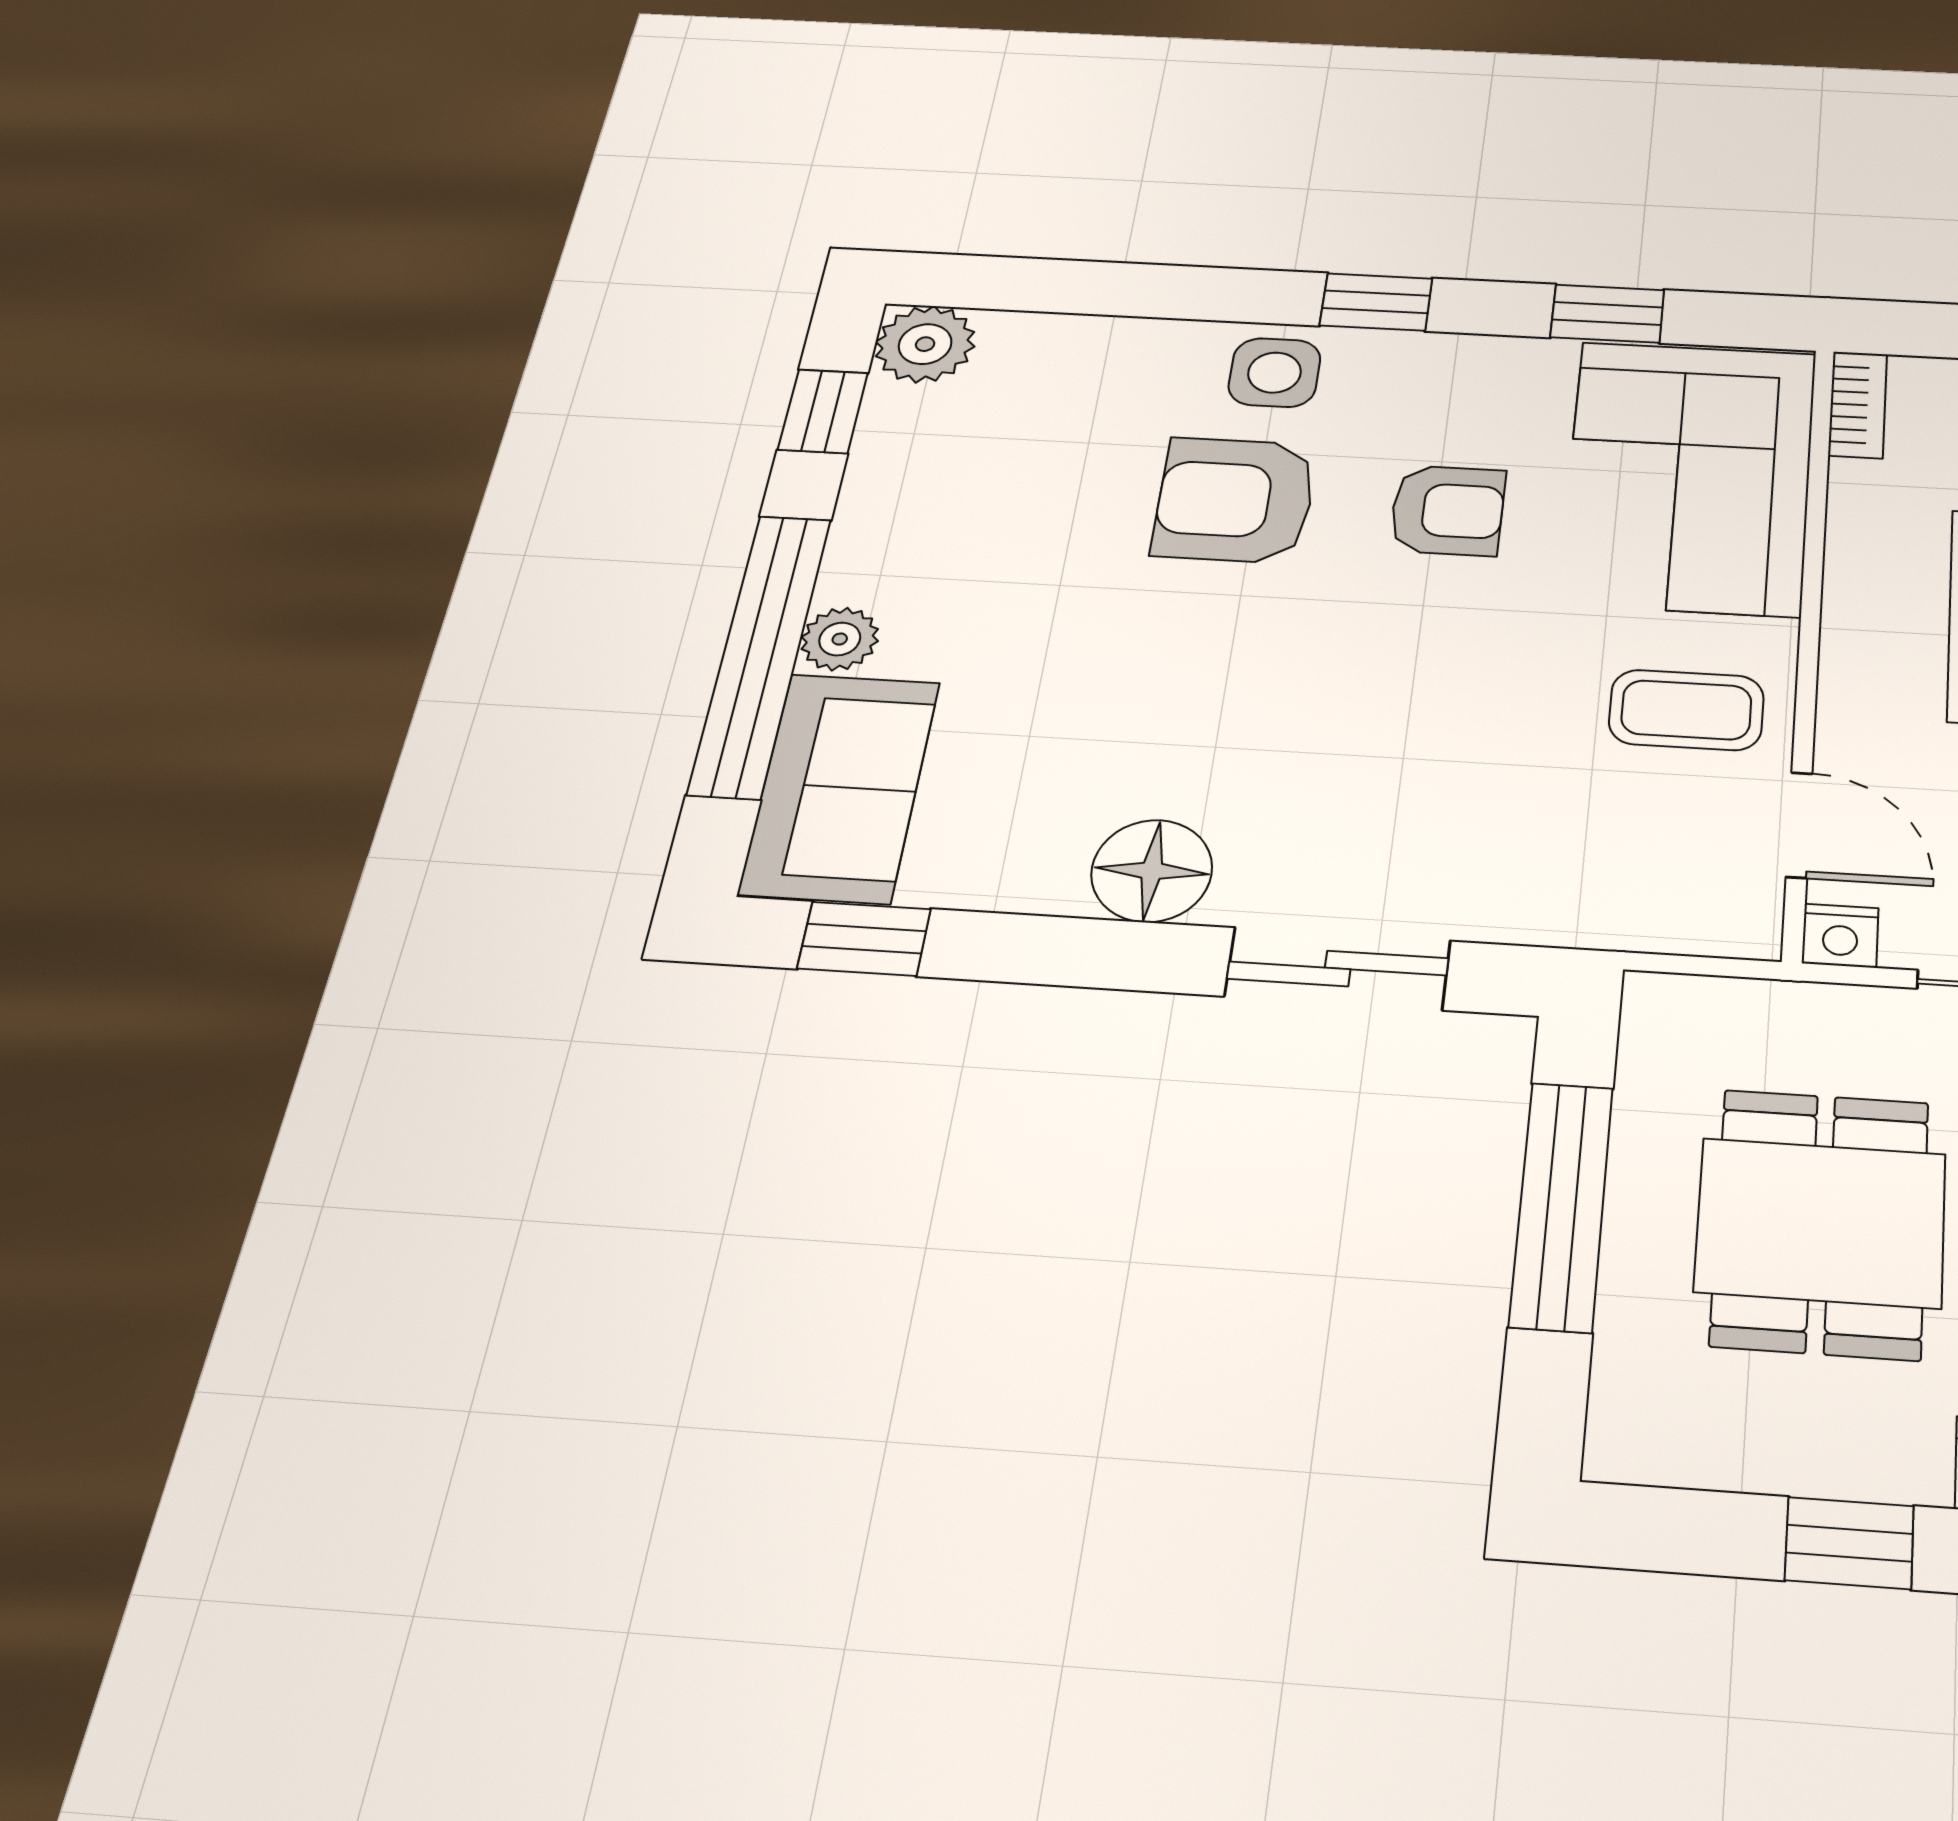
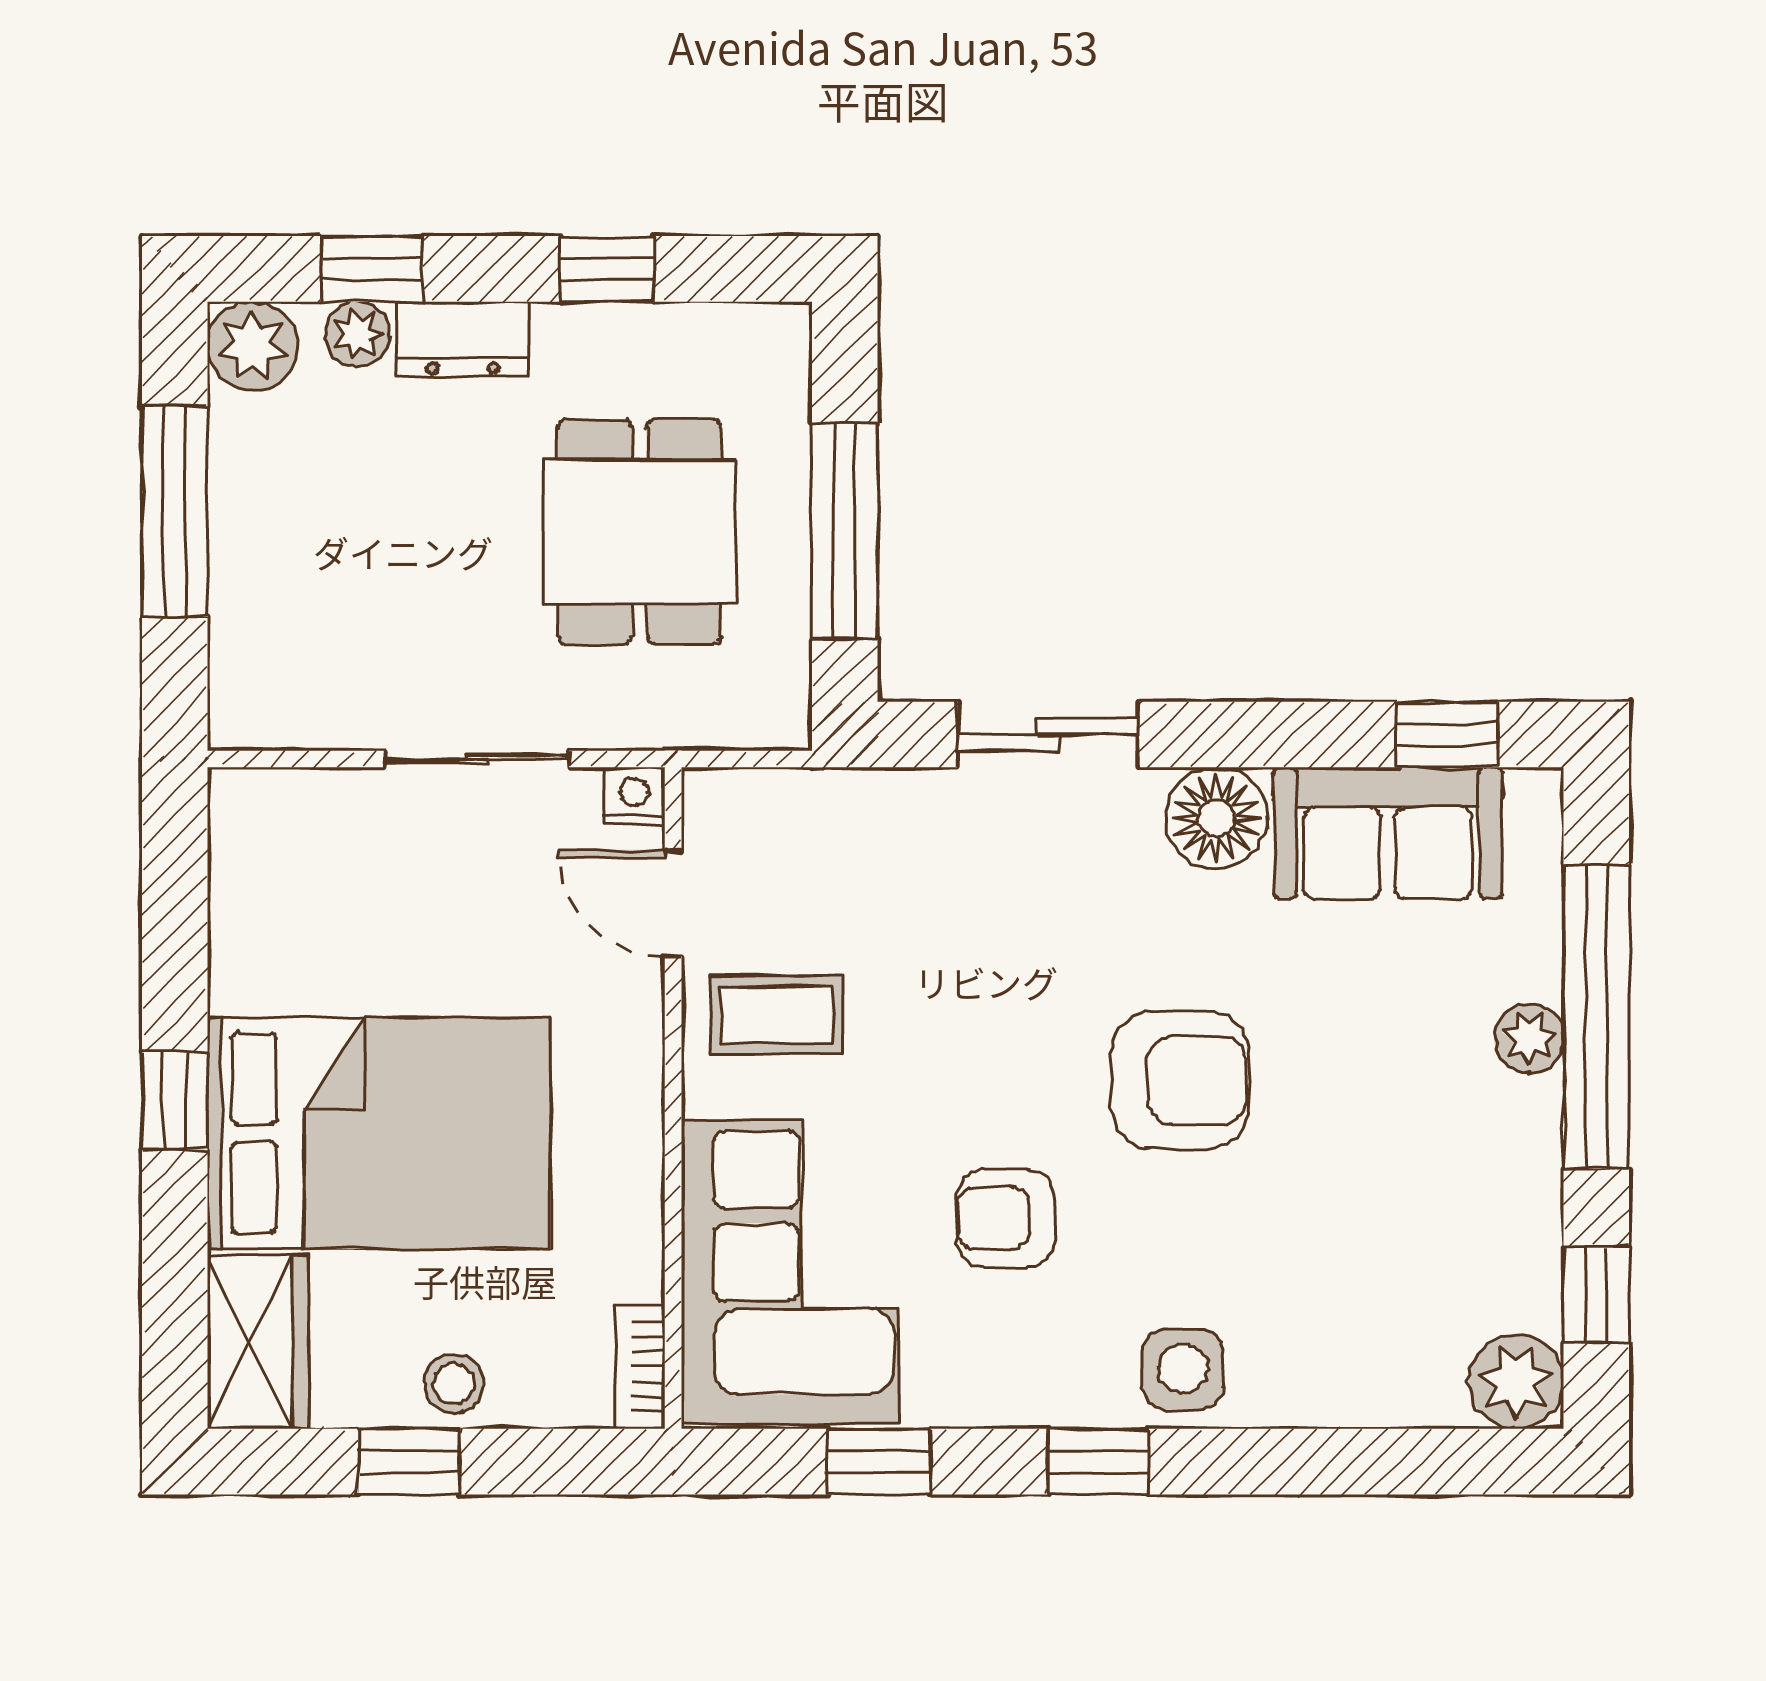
armchair: (1235, 500) -> (1180, 1080), moved
sofa: (840, 787) -> (1388, 833), moved, turned -90

